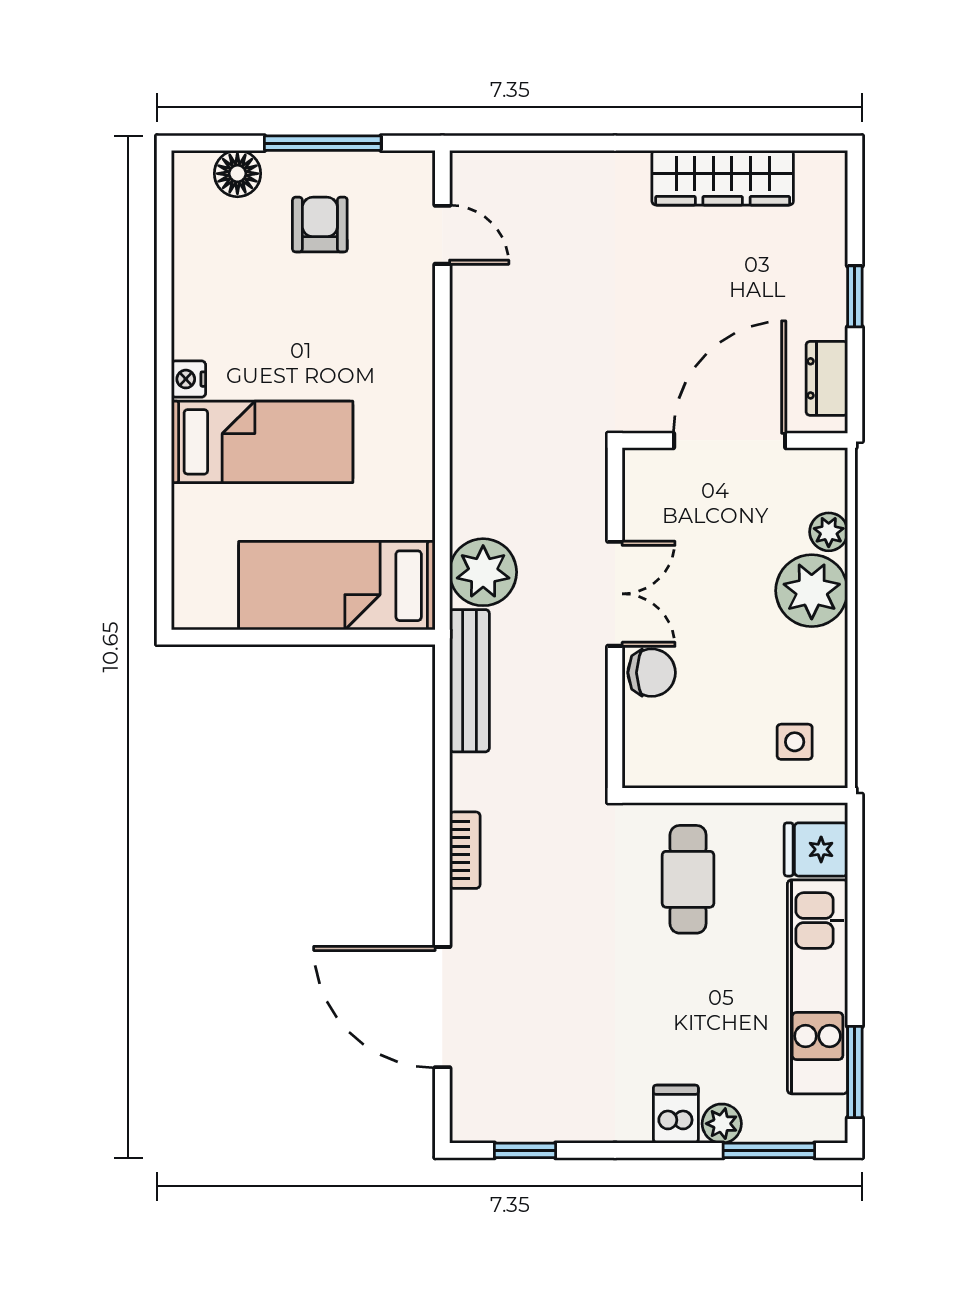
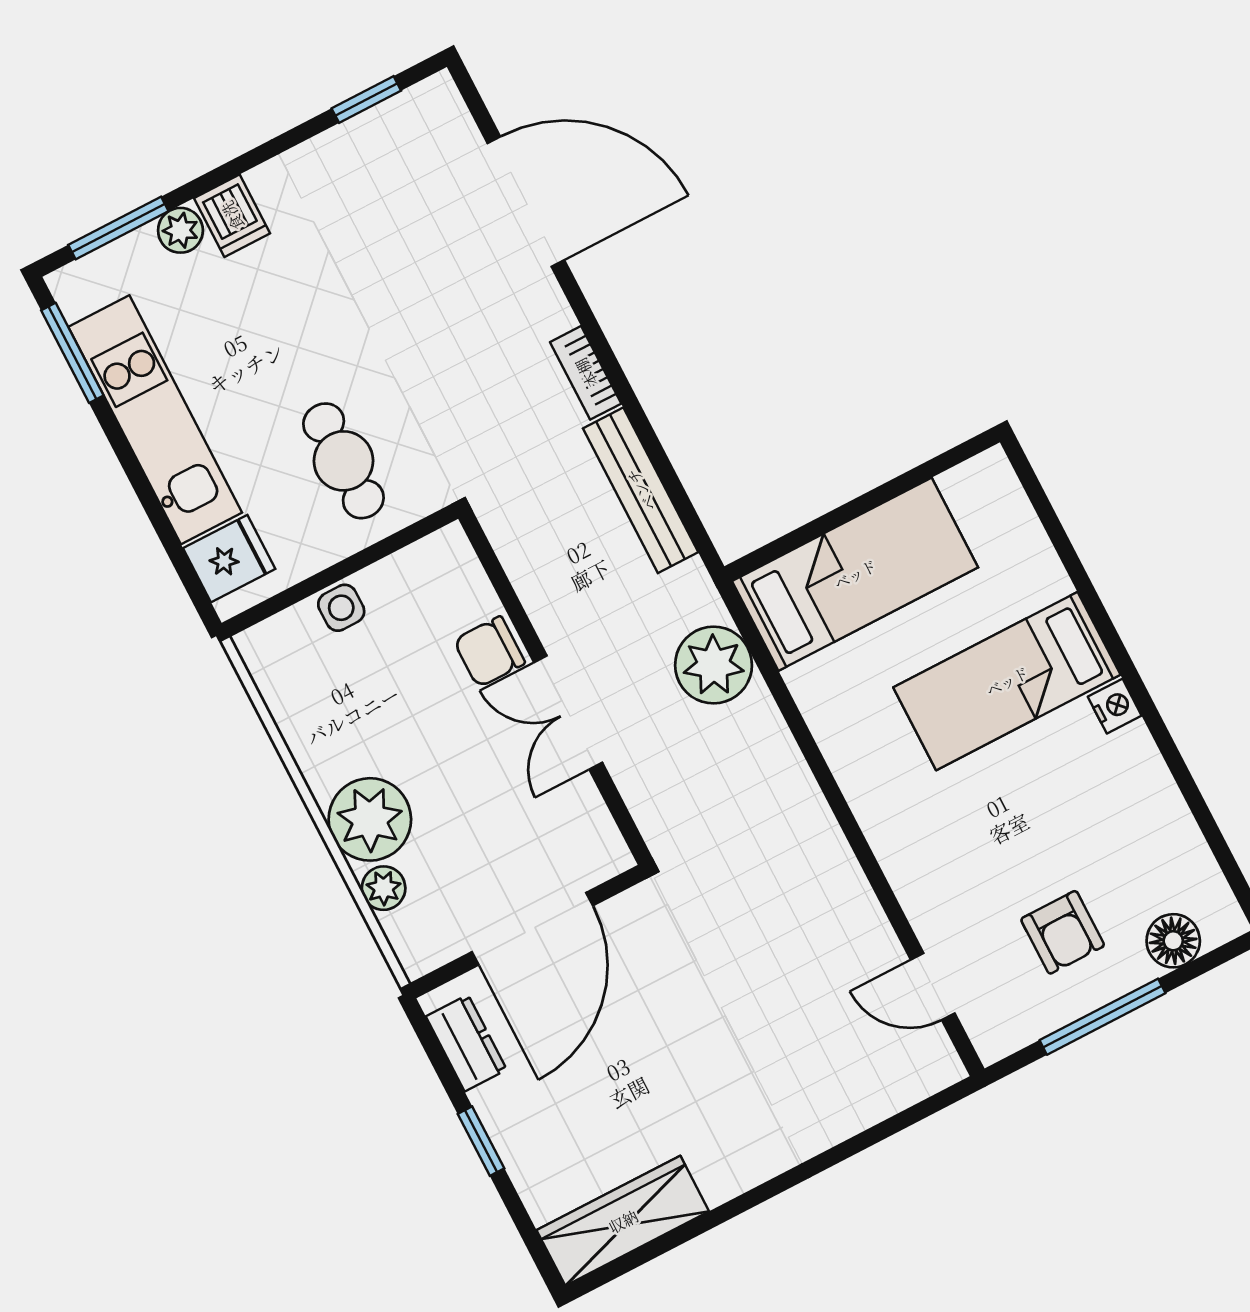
wardrobe: (723, 178) -> (623, 1221), moved
bench: (469, 681) -> (641, 490), moved
side table: (795, 742) -> (341, 608), moved

